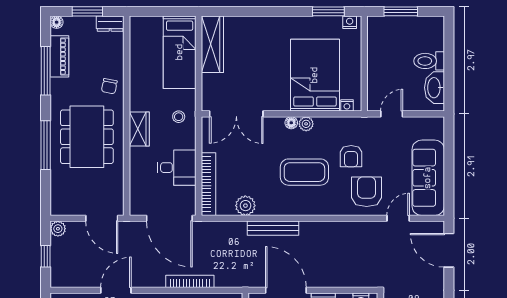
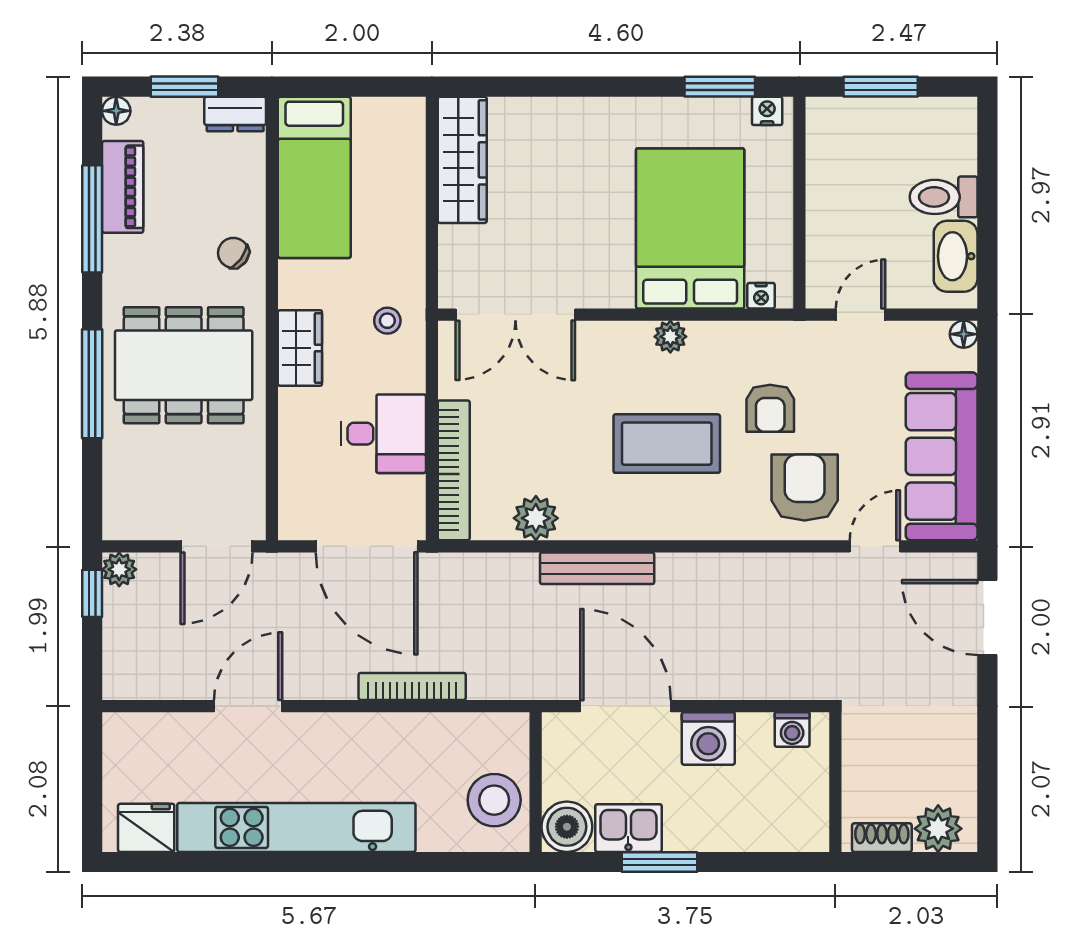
bed: (180, 52) -> (314, 177), moved
chair: (109, 86) -> (233, 253), turned 115
floor lamp: (291, 123) -> (964, 334), moved
dining table: (87, 137) -> (184, 365), turned 90
door: (102, 218) -> (217, 546), hinge flipped
window: (46, 256) -> (92, 593), moved

